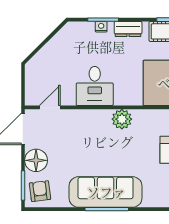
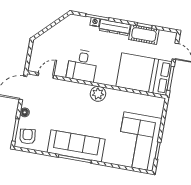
dresser: (128, 29) -> (115, 27), width x1.44
floor lamp: (36, 160) -> (25, 112), width x0.53, depth x0.53

